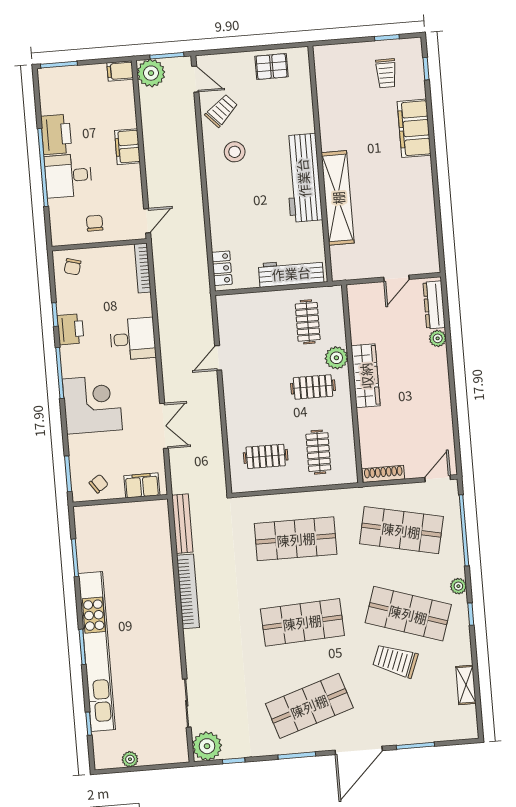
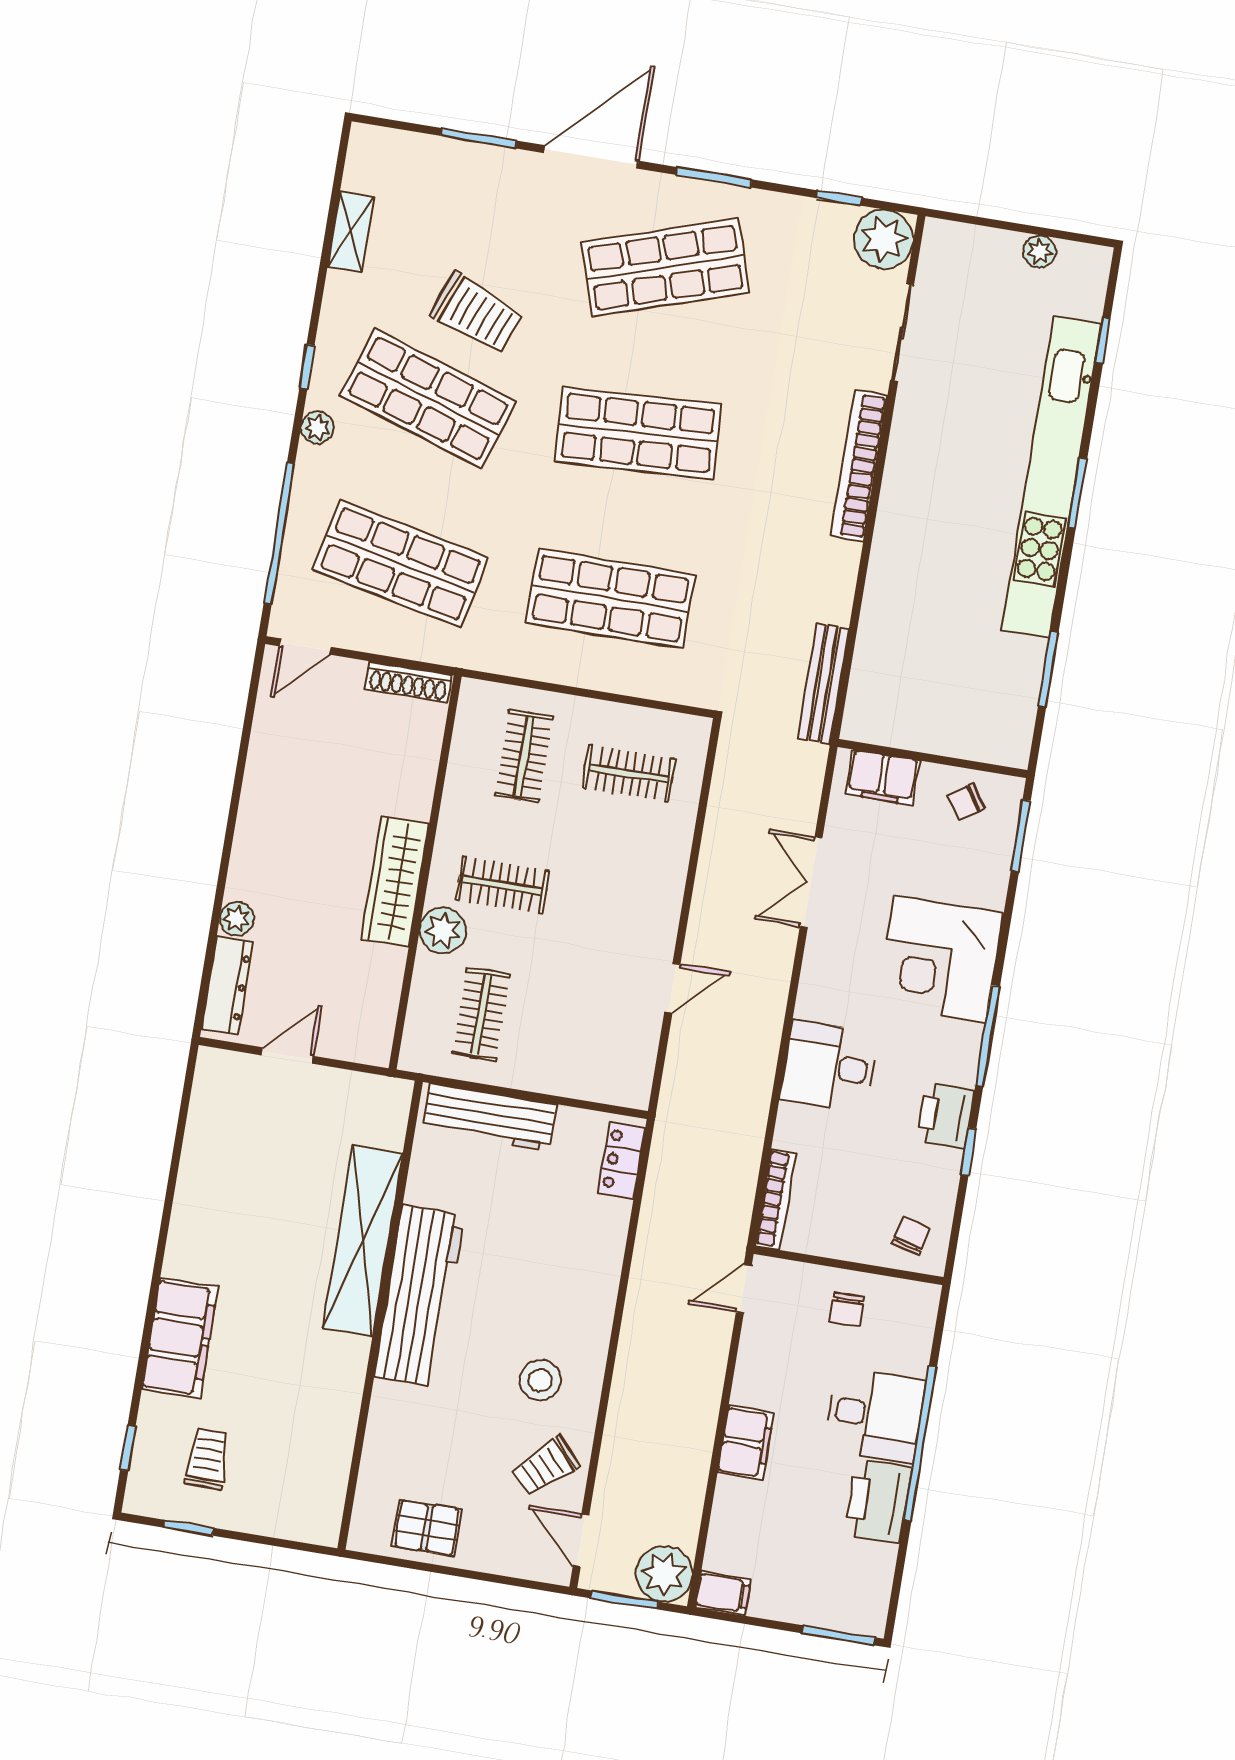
bookcase: (188, 591) -> (859, 466), moved

